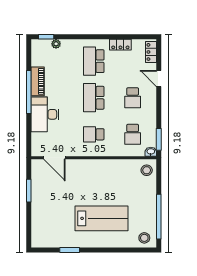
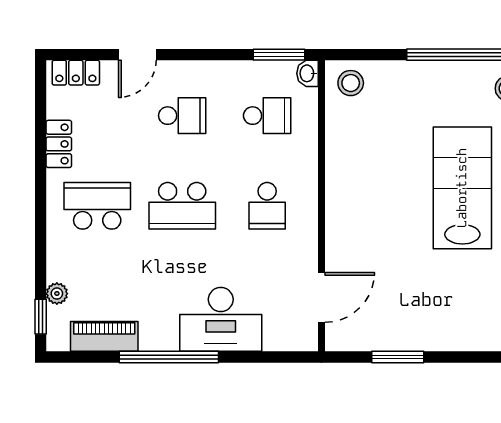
school desk: (94, 61) -> (97, 206), turned 180
piano: (38, 81) -> (104, 336), moved

